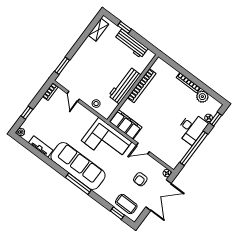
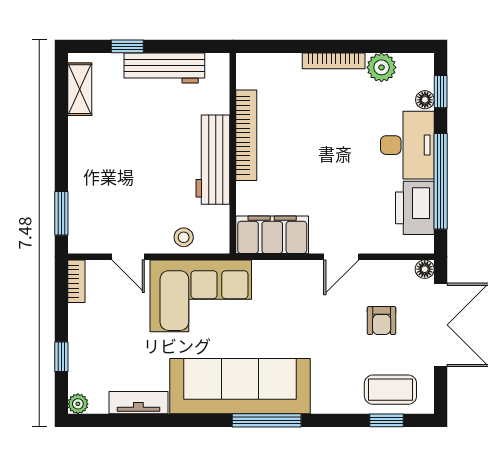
corner sofa: (106, 141) -> (201, 296), moved
printer: (179, 151) -> (415, 208), added

